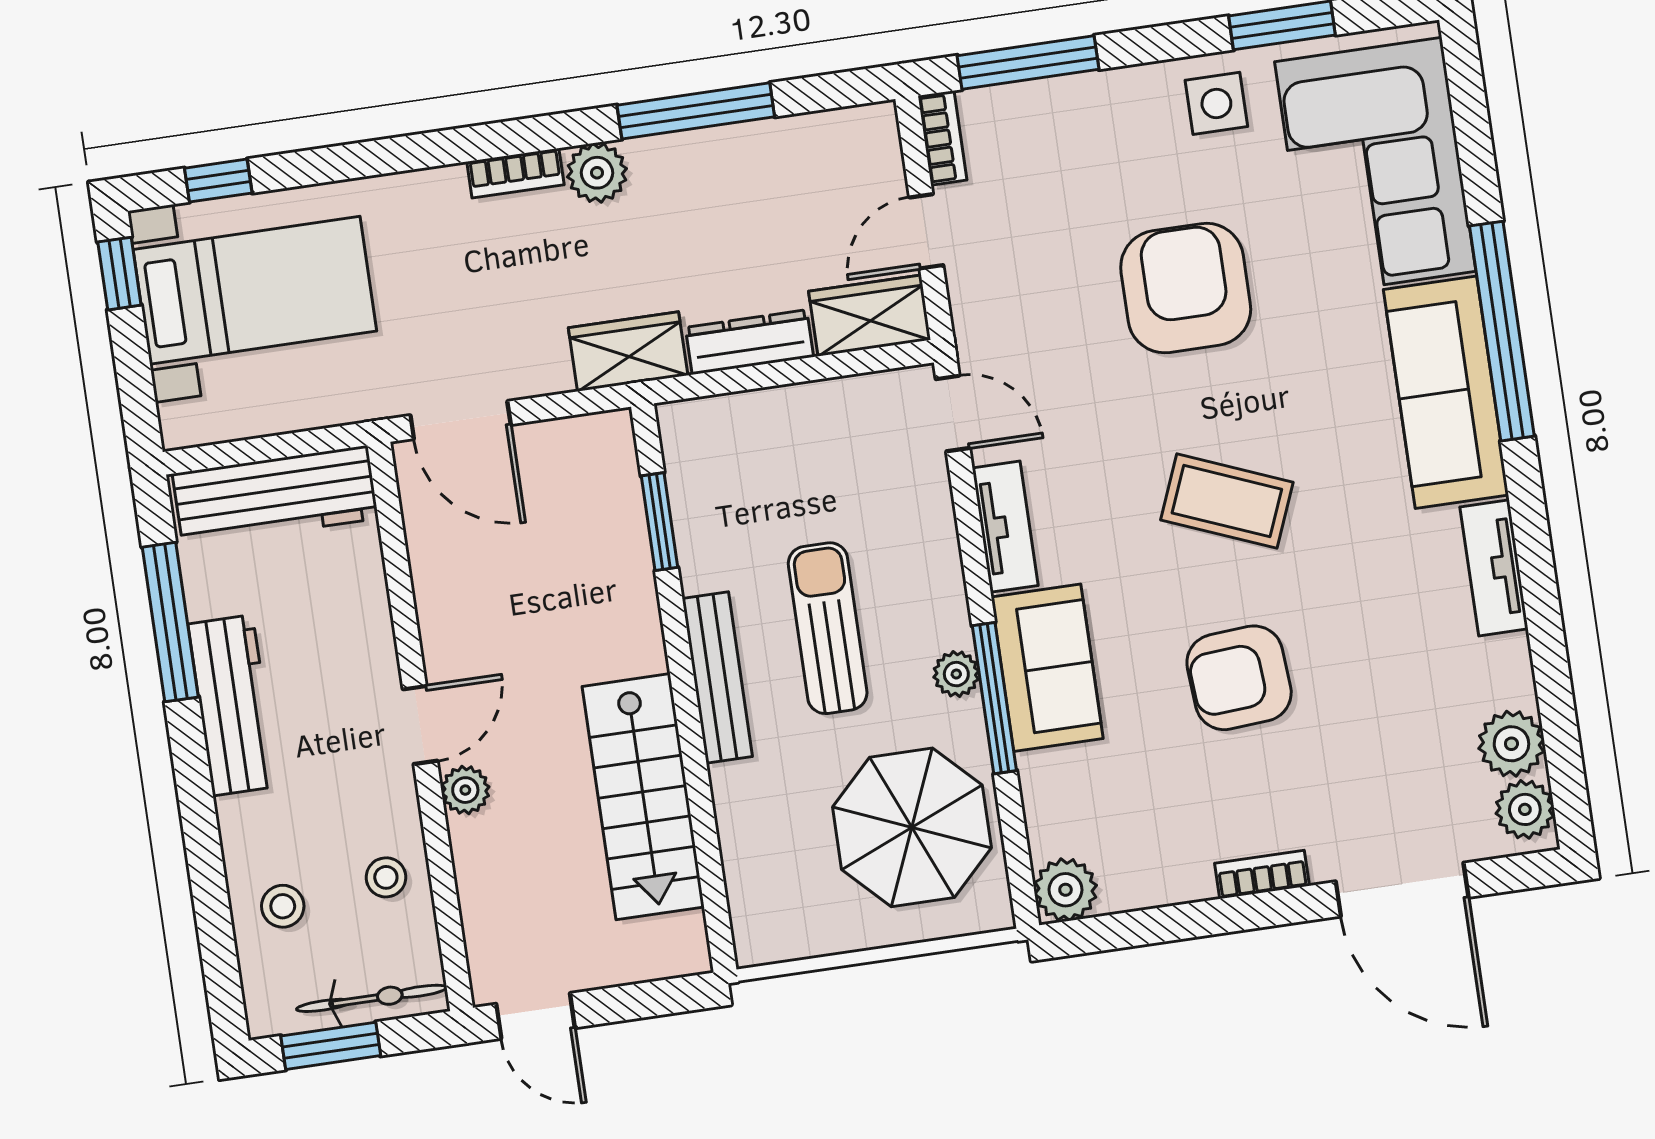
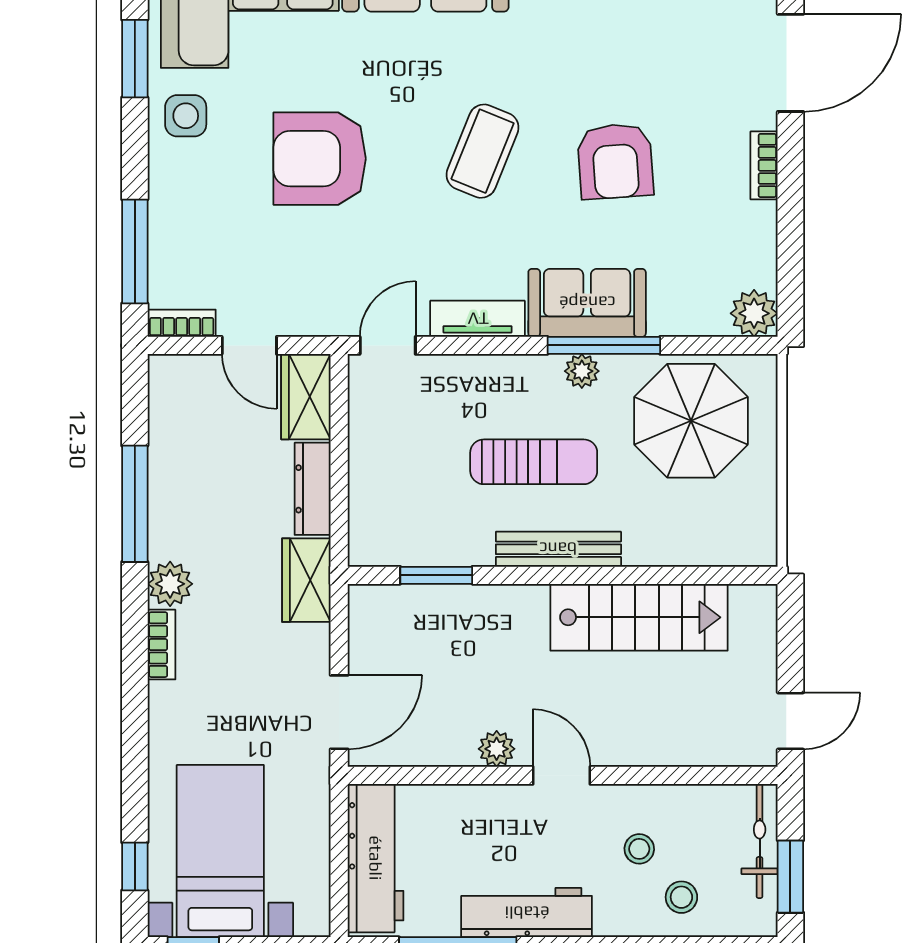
sun lounger: (828, 628) -> (534, 462), turned 180
plant: (465, 790) -> (497, 749), moved
stool: (386, 877) -> (639, 849), moved

